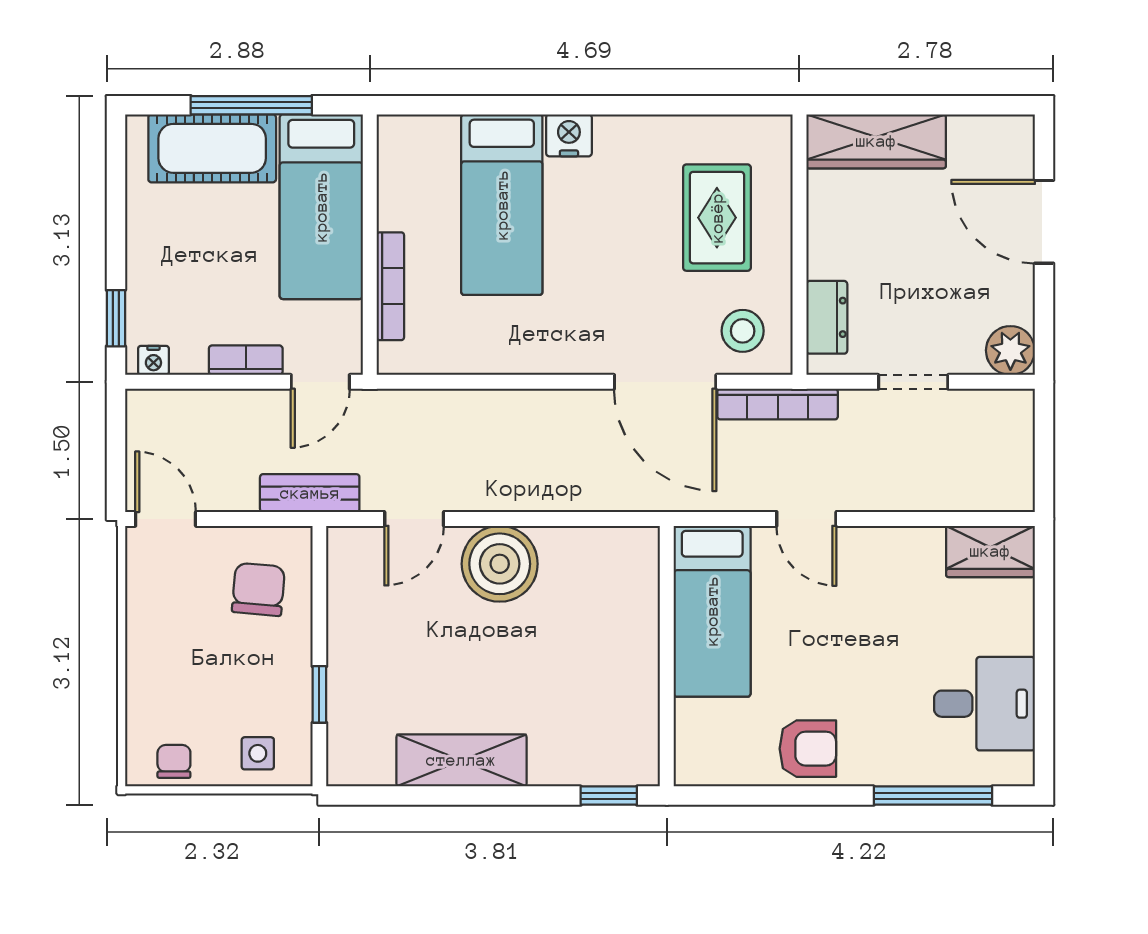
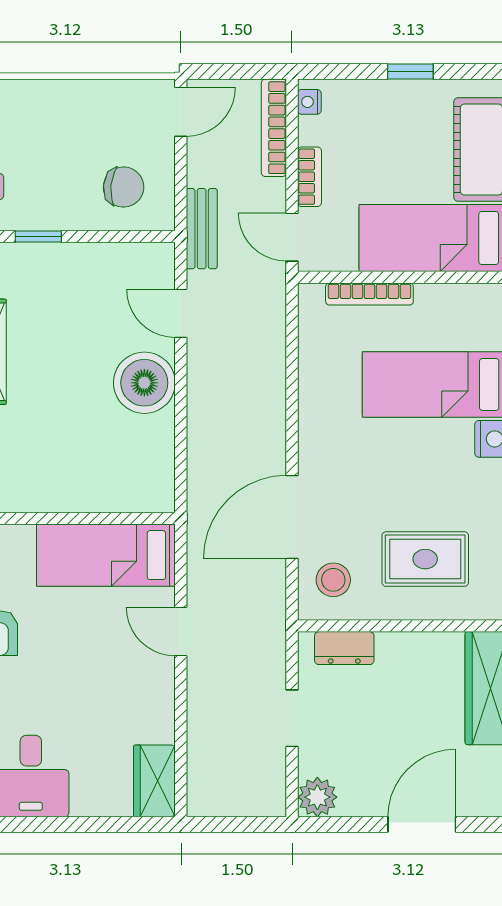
window: (116, 318) -> (410, 71), moved
bookcase: (778, 404) -> (274, 128), moved
door: (806, 519) -> (181, 632), hinge flipped

